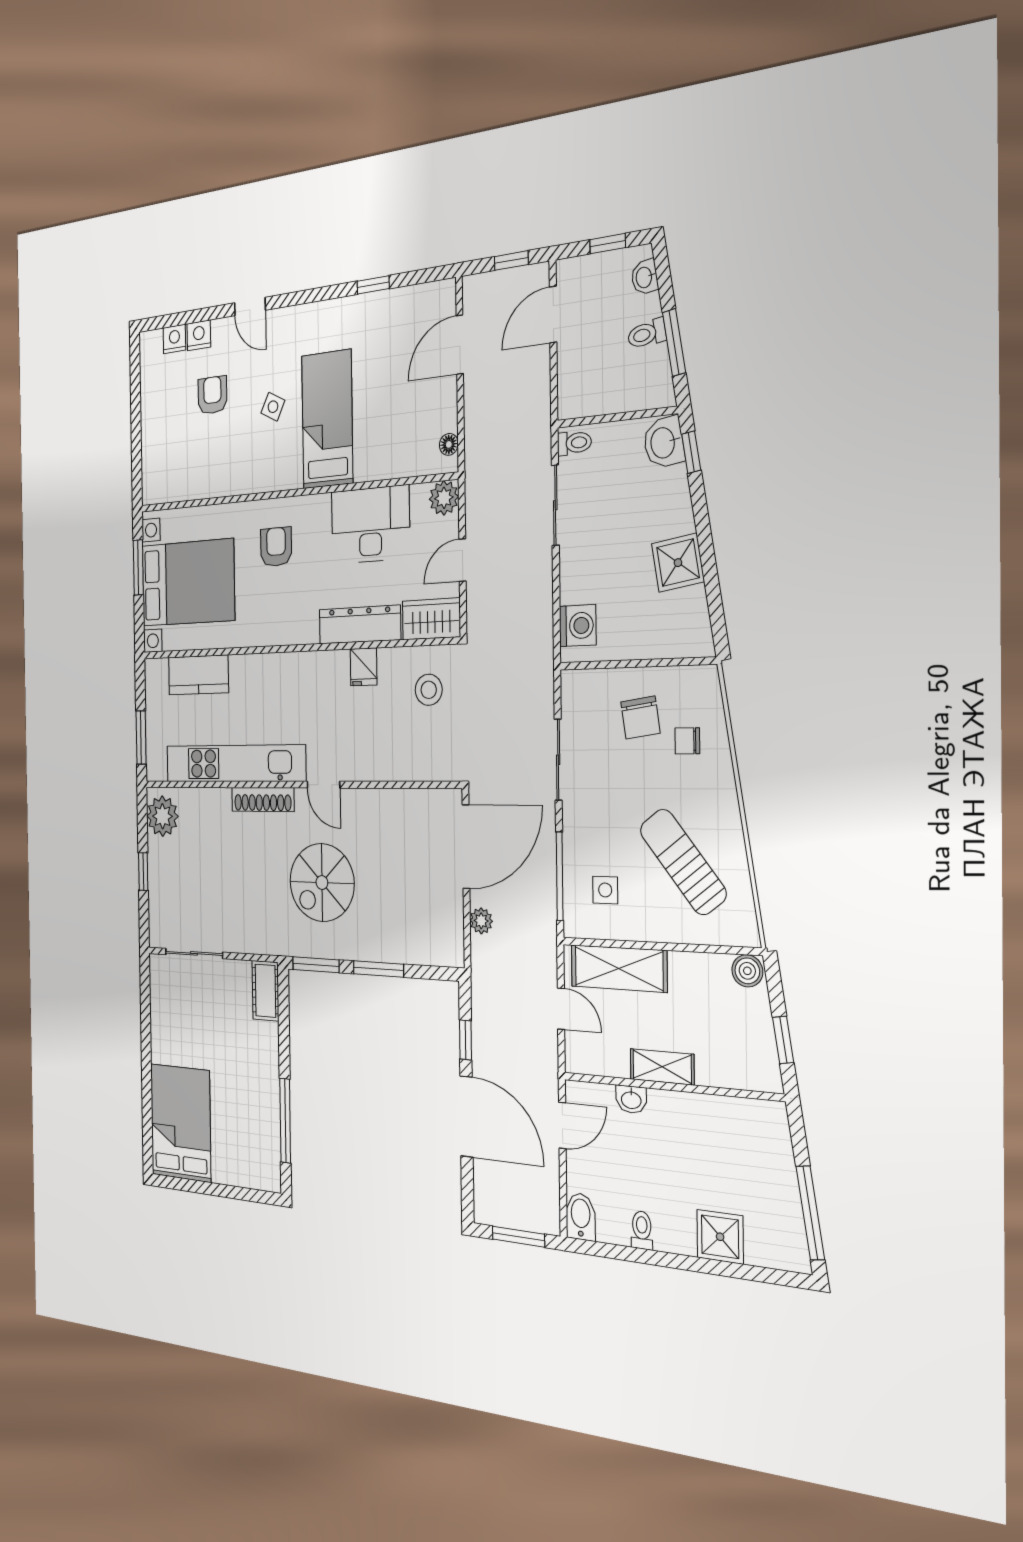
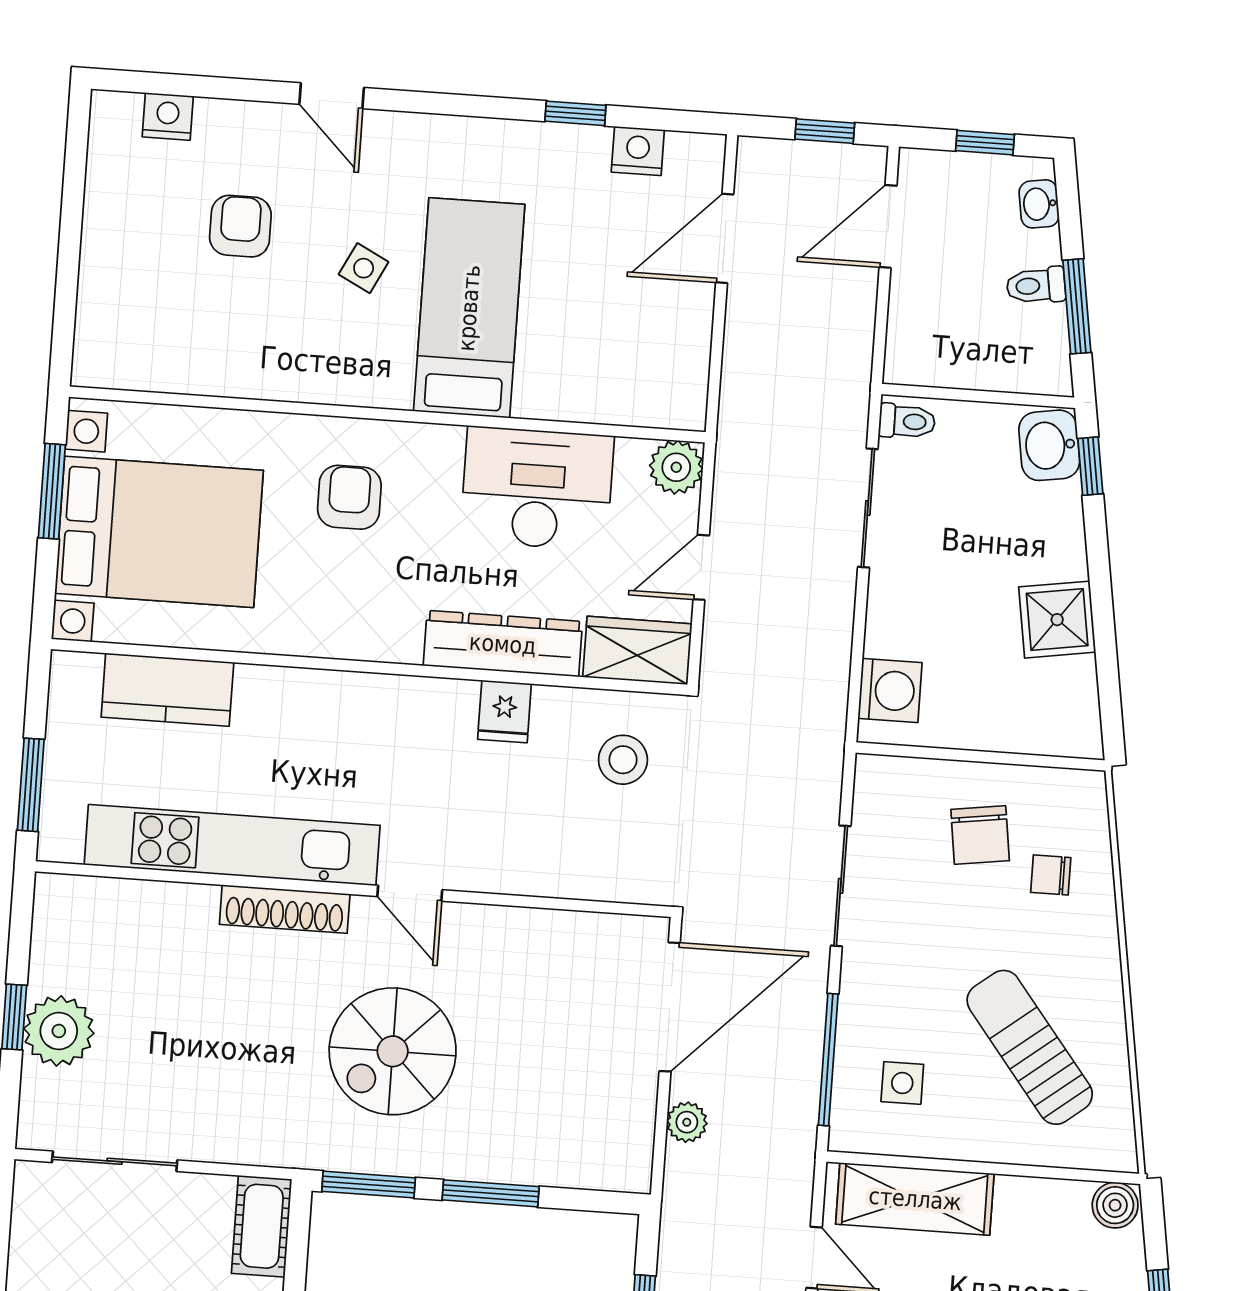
nightstand: (199, 335) -> (638, 151), moved
floor lamp: (449, 444) -> (692, 387), removed
plant: (162, 816) -> (59, 1031), moved

